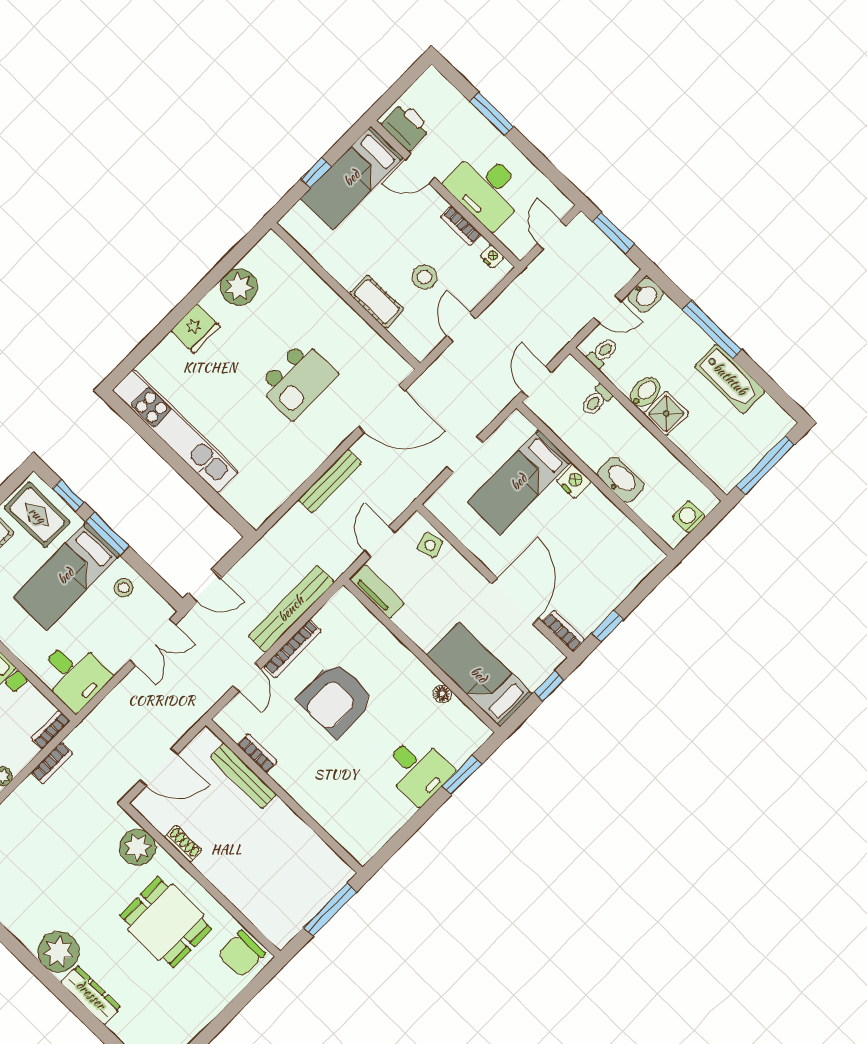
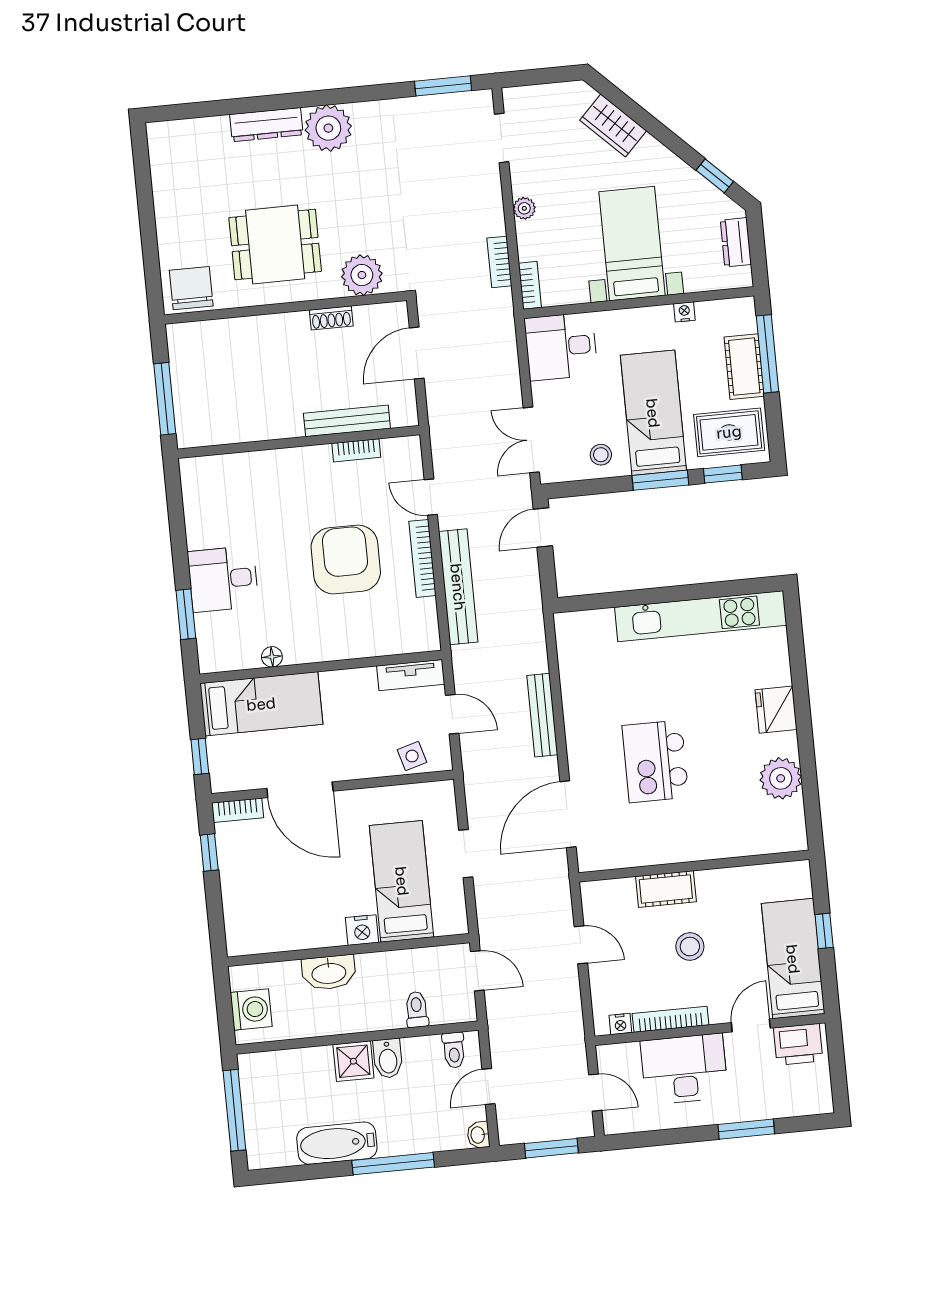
bookcase: (461, 226) -> (670, 1019), width x1.56
stool: (424, 277) -> (690, 947), moved
washbasin: (645, 295) -> (478, 1135), width x0.72, depth x0.69
washing machine: (689, 517) -> (251, 1009), width x1.38, depth x1.38

